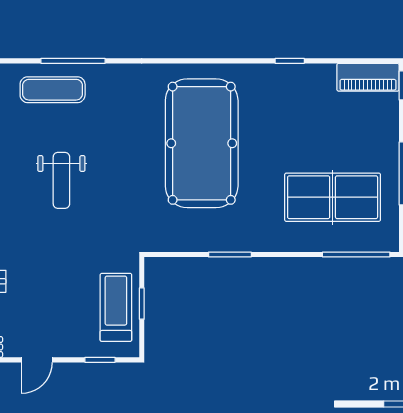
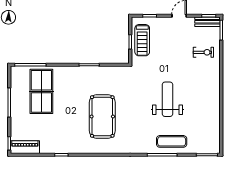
pool table: (202, 143) -> (102, 117), width x0.73, depth x0.76
weight bench: (61, 180) -> (167, 99), width x1.36, depth x1.33
table tennis table: (333, 197) -> (41, 91), turned 90

